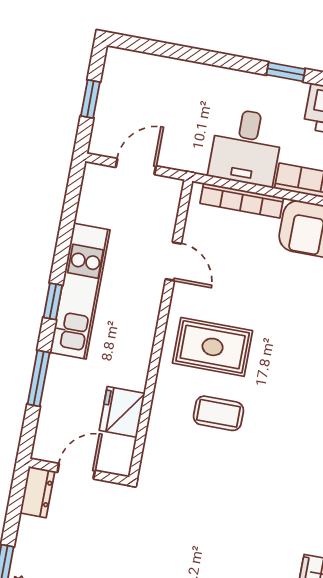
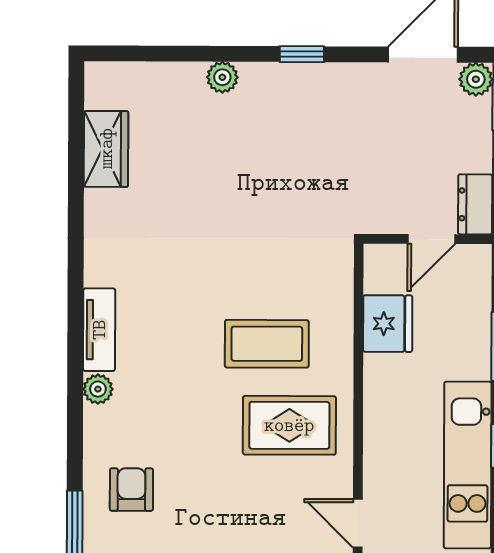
coffee table: (219, 413) -> (267, 344), width x1.36, depth x1.30

